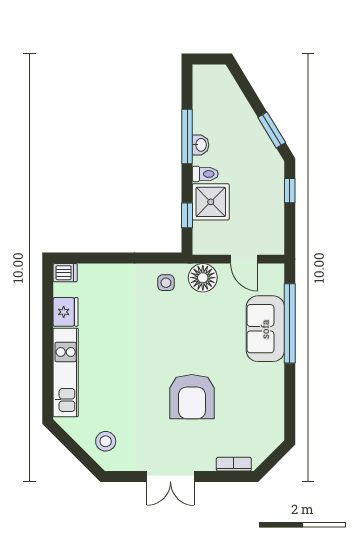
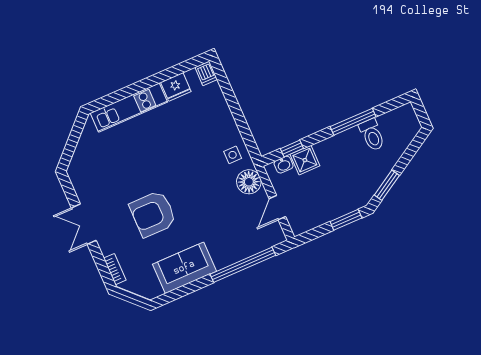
washbasin: (201, 145) -> (284, 165), moved
toilet: (205, 174) -> (372, 135), moved, width x1.37, depth x1.39
window: (290, 191) -> (346, 220), width x1.50
shower: (211, 202) -> (305, 160), width x0.73, depth x0.73
sofa: (265, 329) -> (184, 268), moved
stool: (106, 441) -> (89, 162), removed

